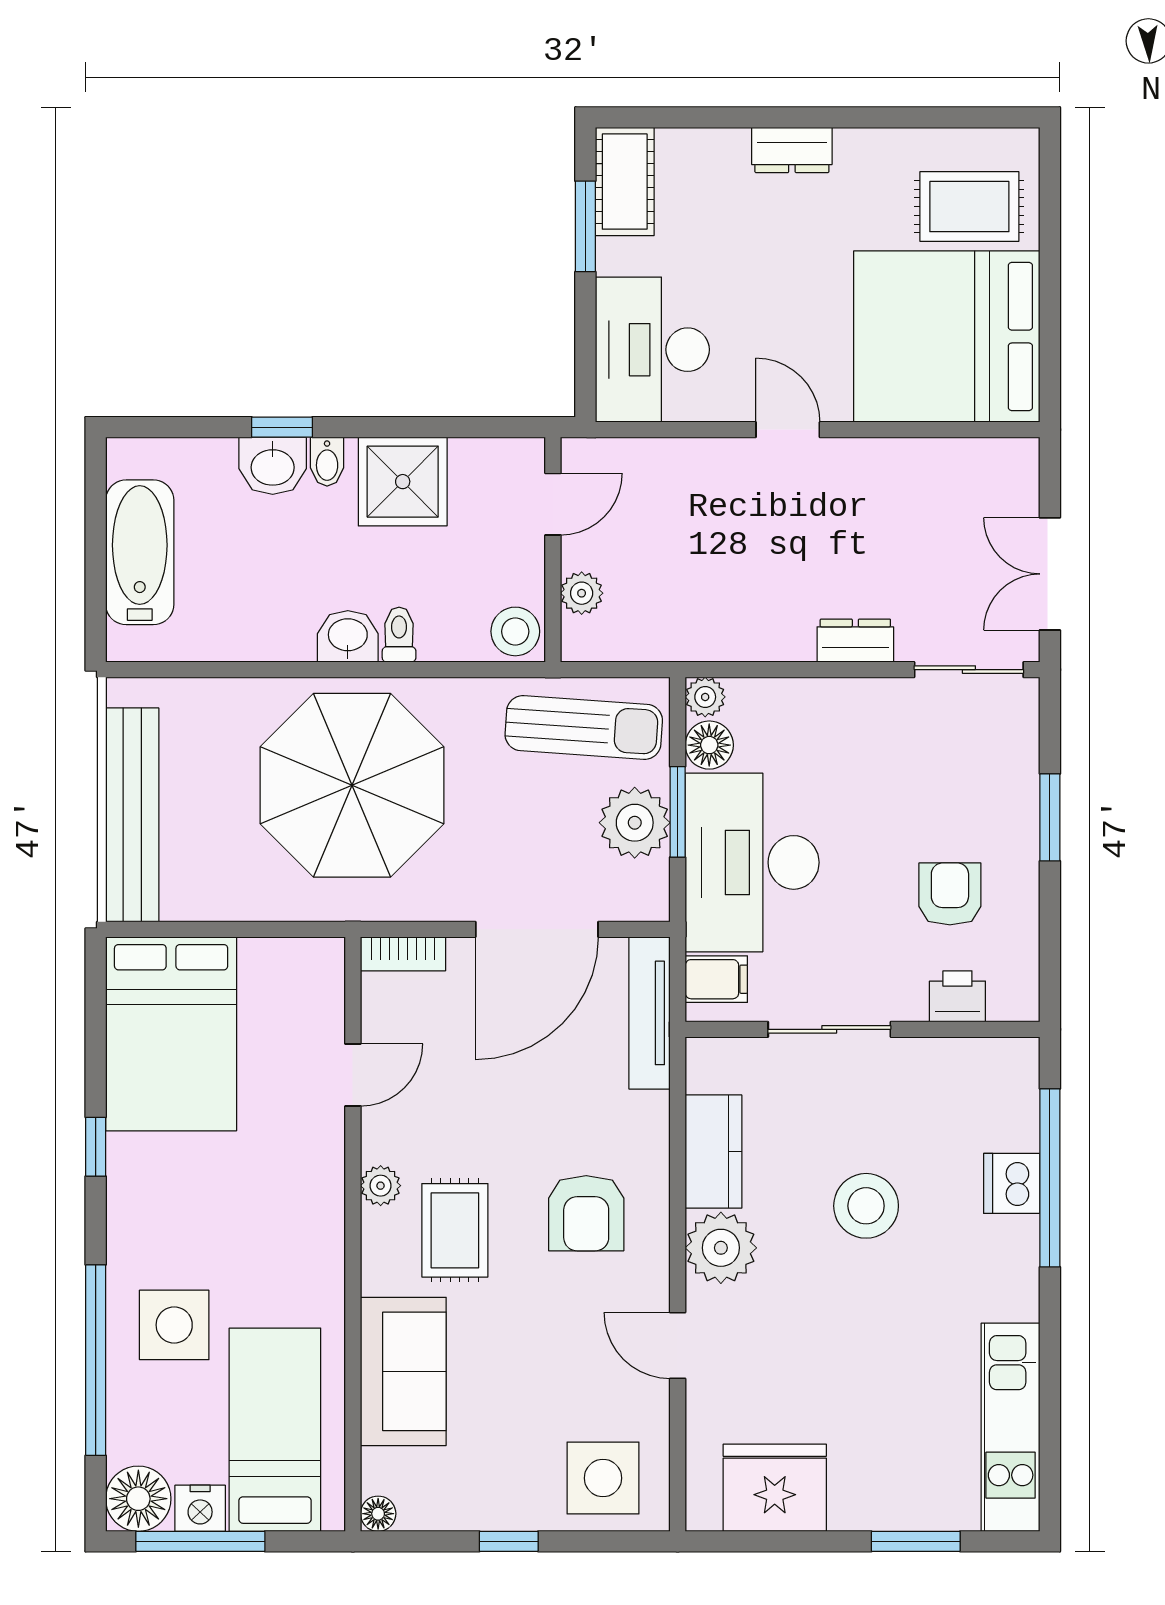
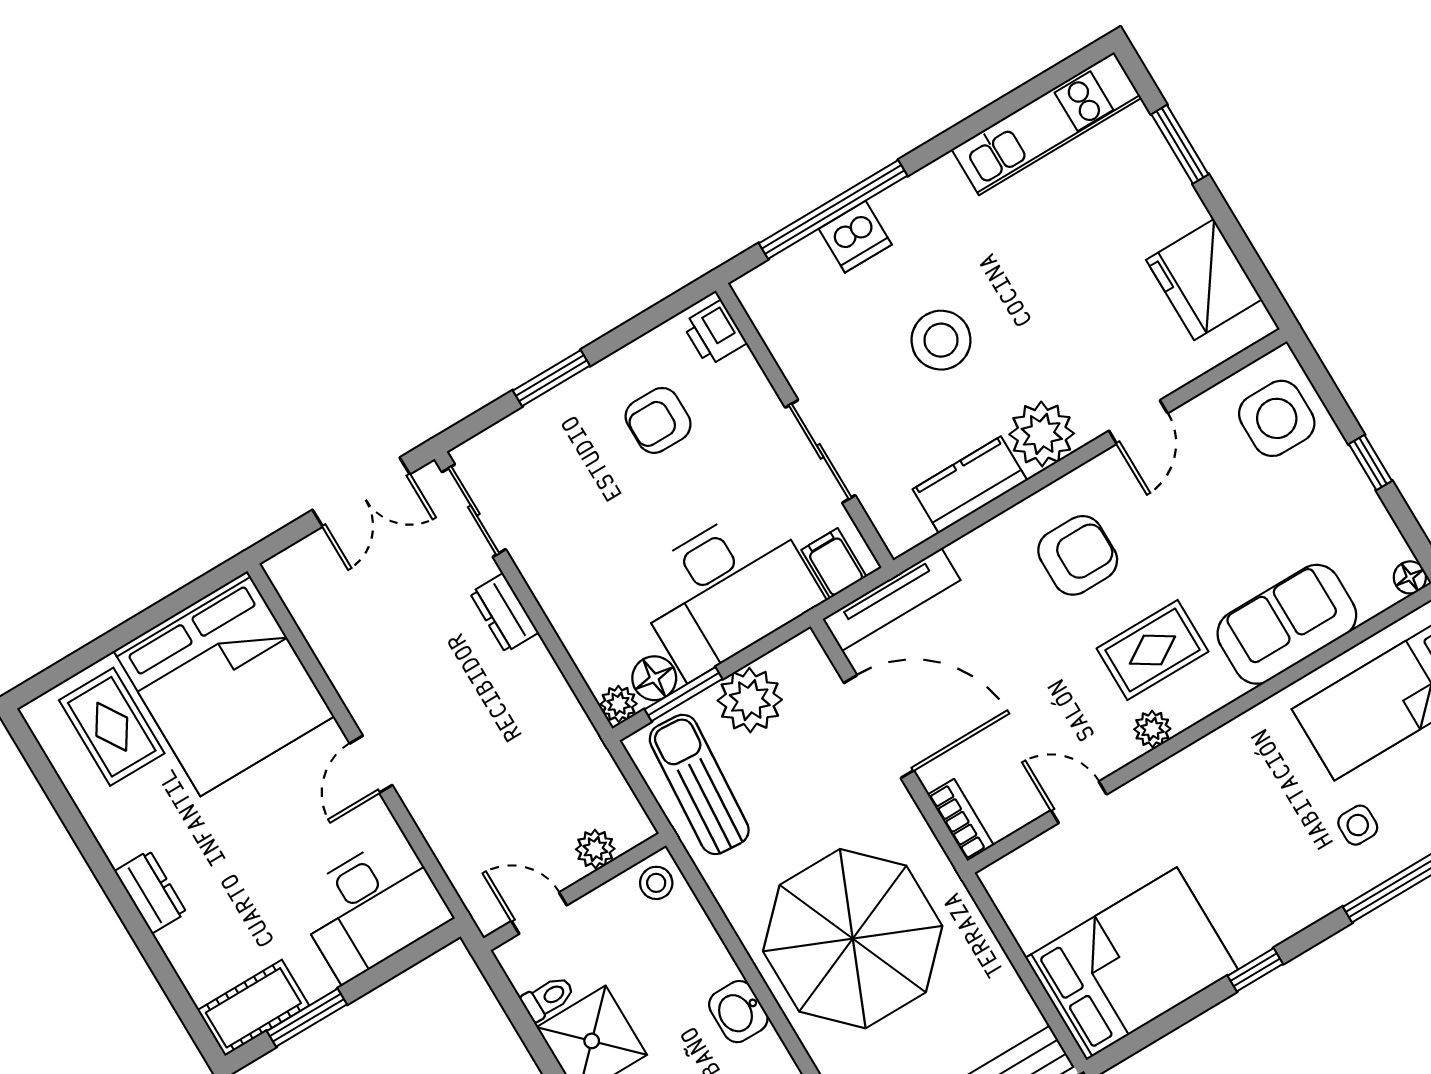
stool: (515, 631) -> (656, 883), width x0.73, depth x0.73
toilet: (399, 635) -> (548, 998), moved, turned 180
window: (678, 812) -> (684, 694), moved
printer: (957, 996) -> (714, 333), moved
side table: (174, 1325) -> (1358, 825), width x0.54, depth x0.54

